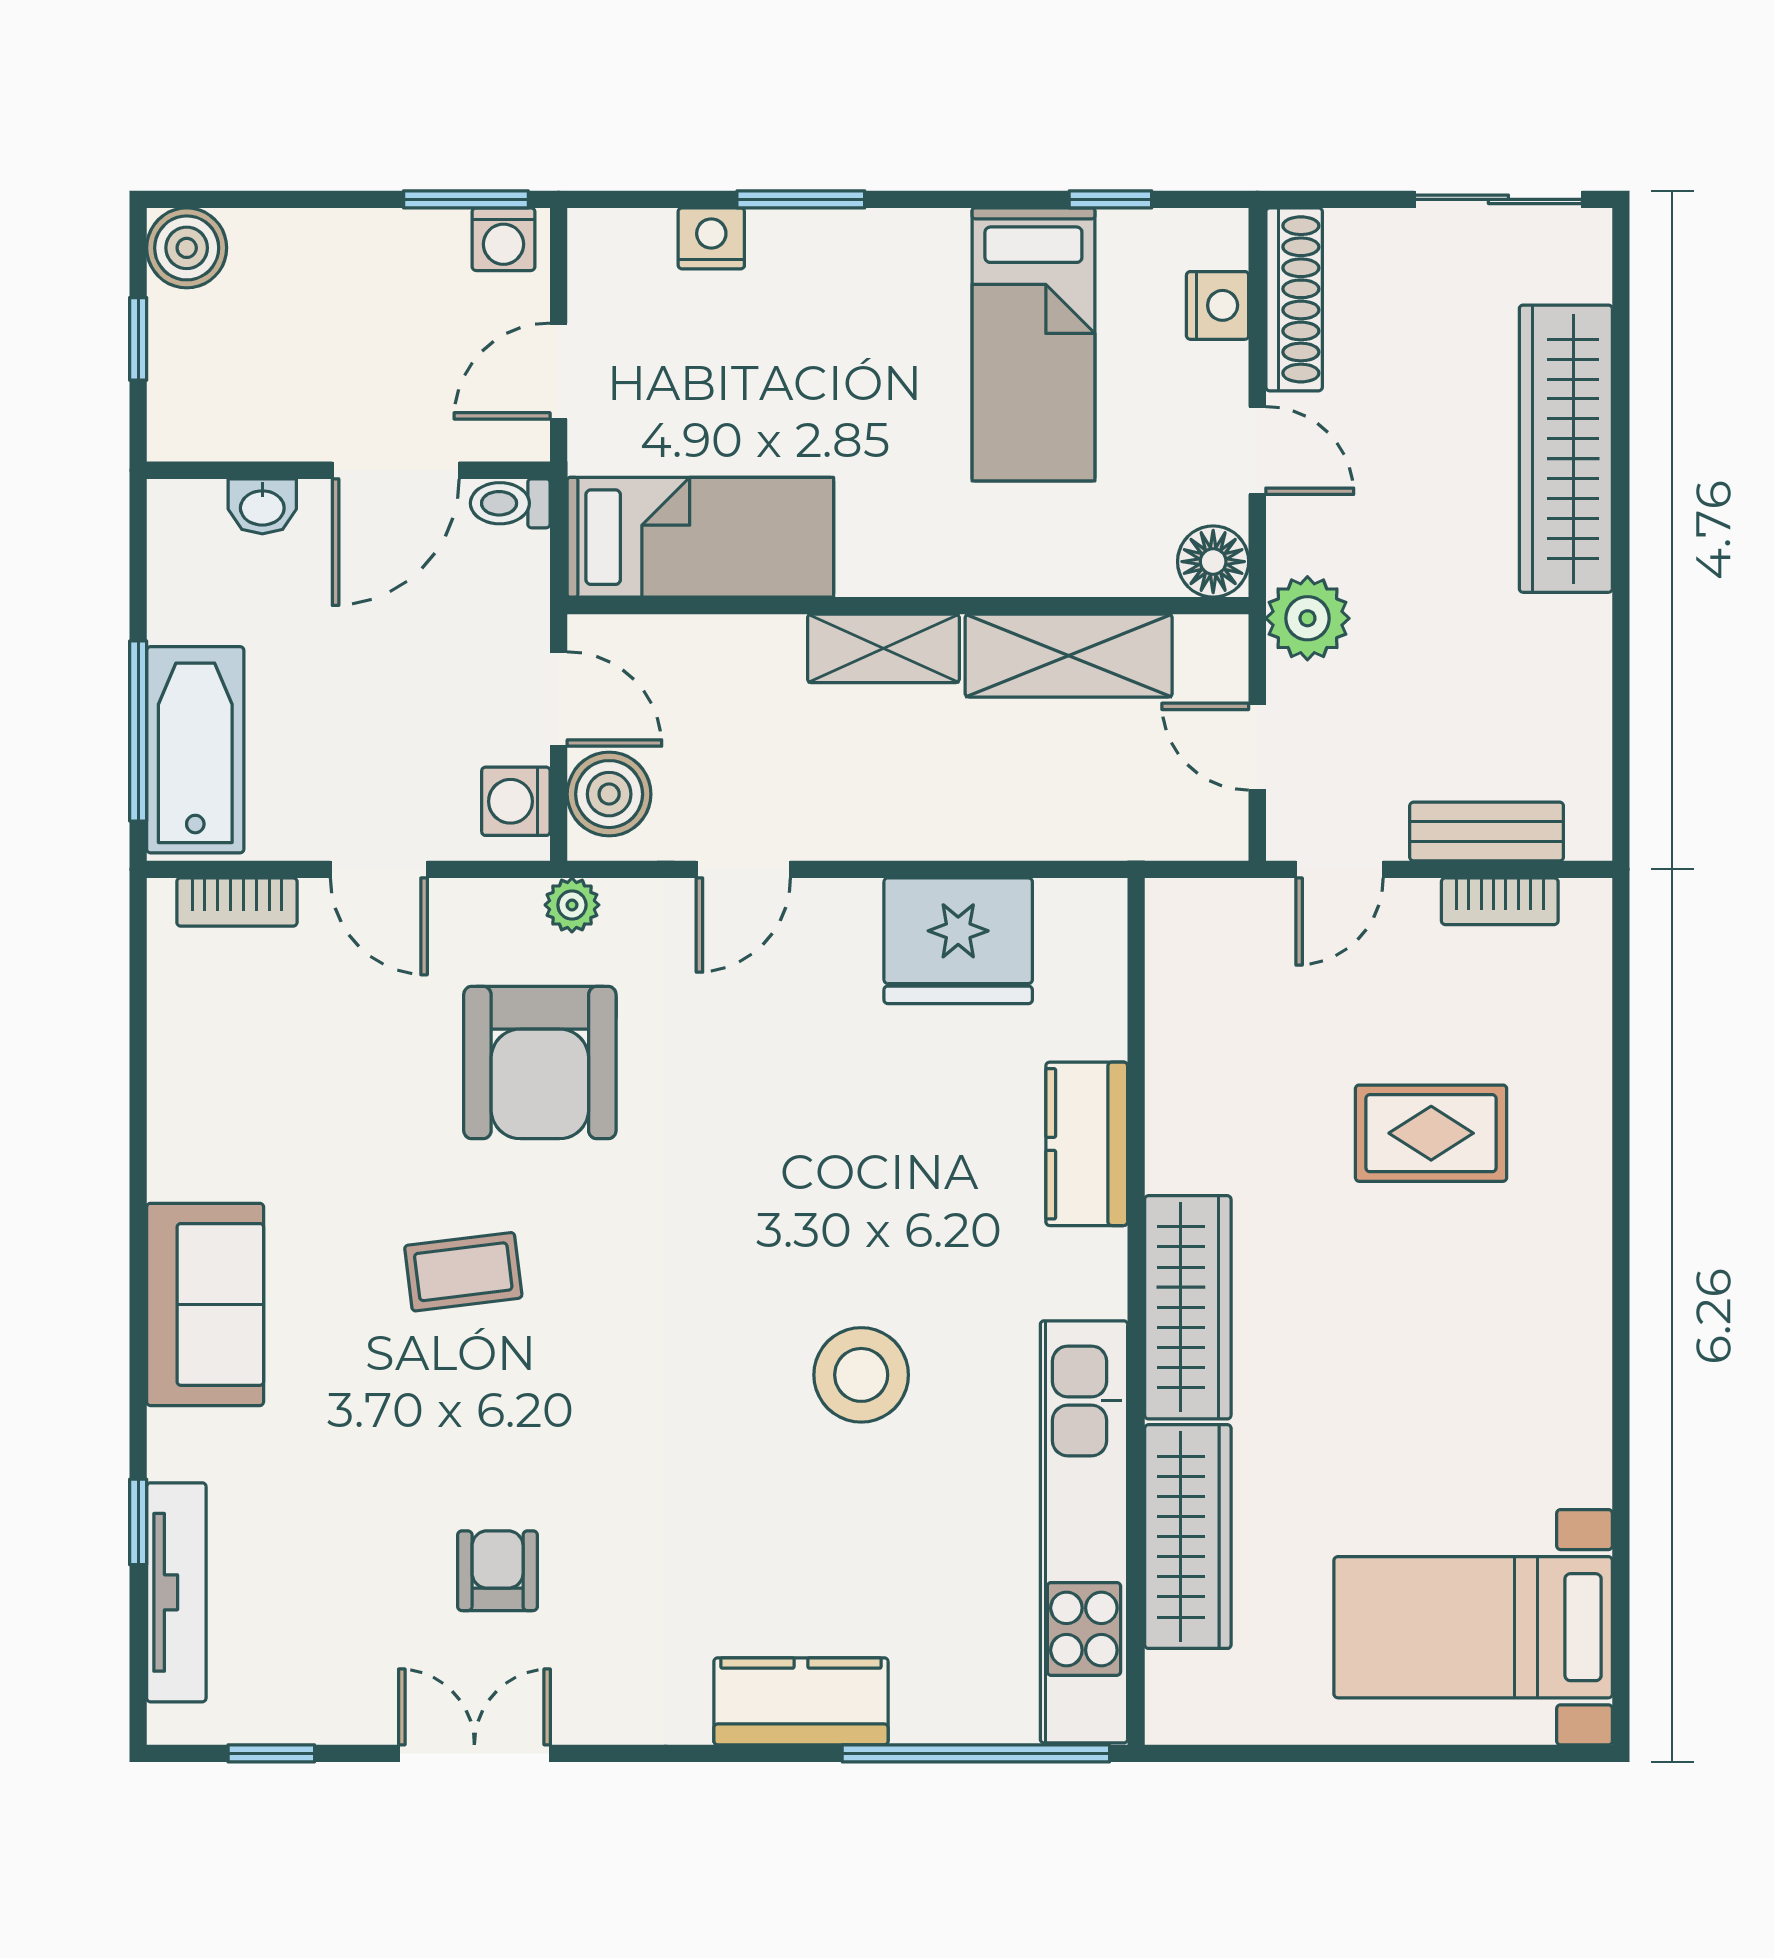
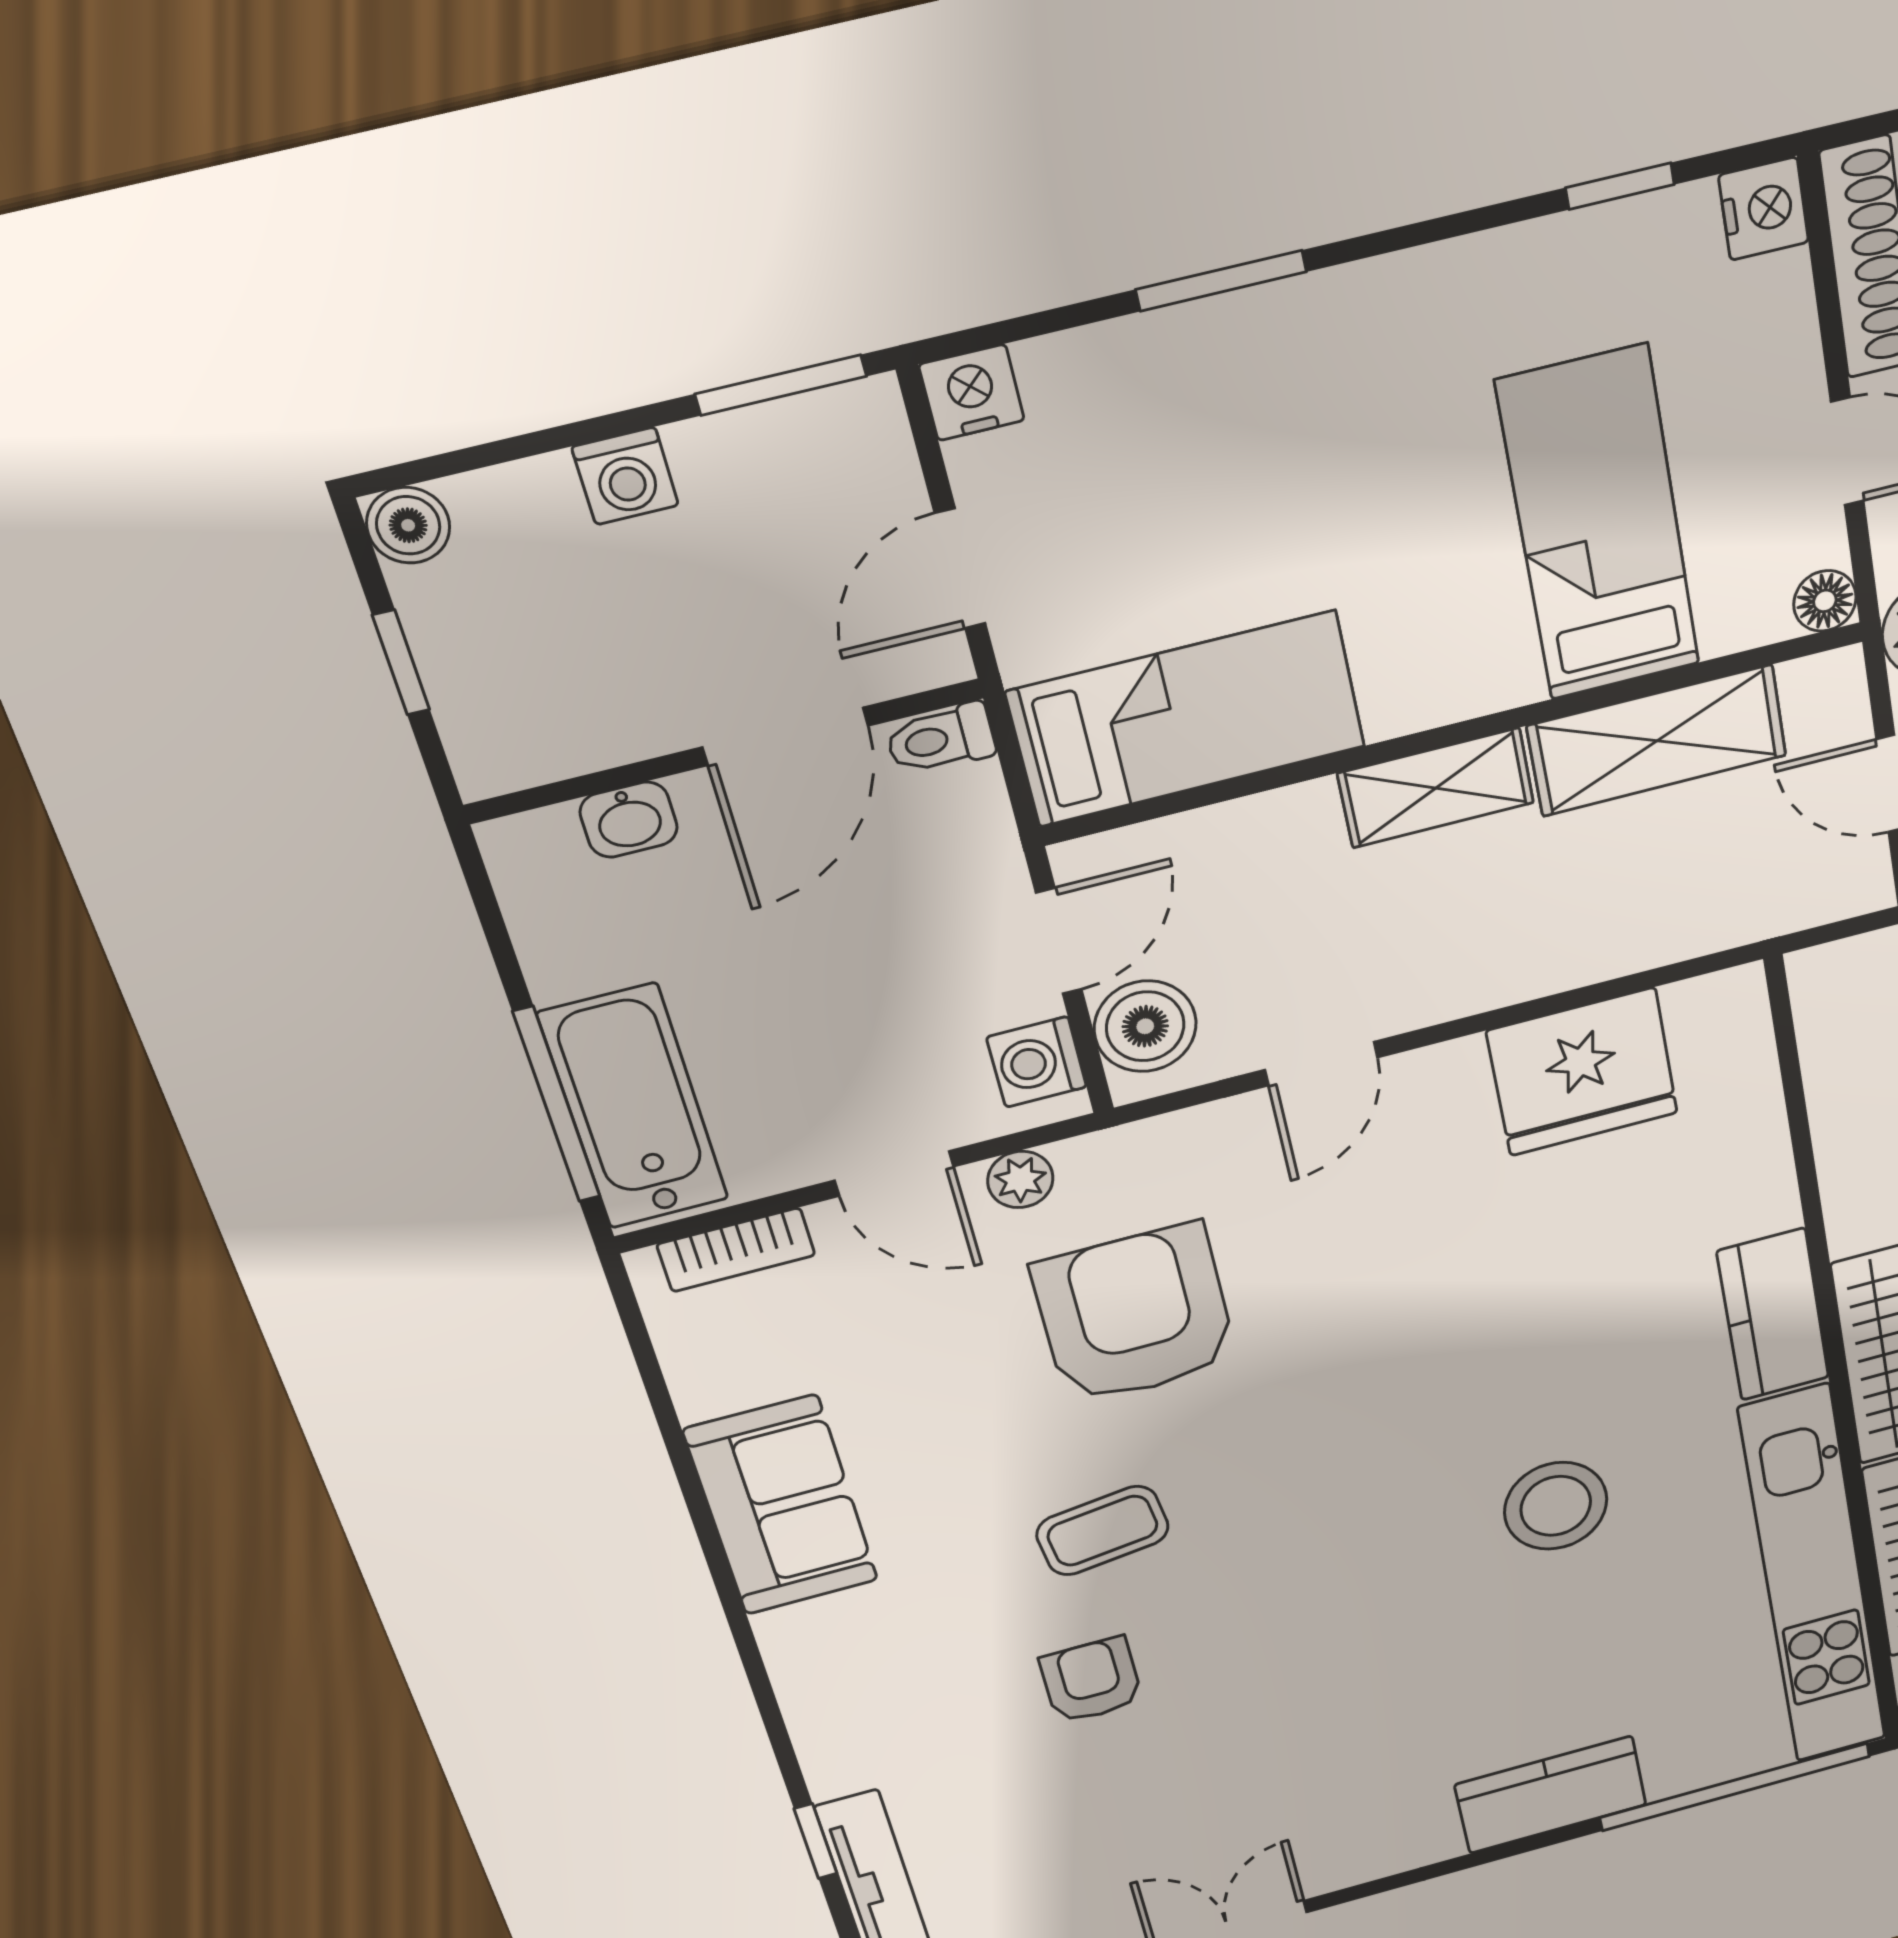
nightstand: (711, 238) -> (972, 392), moved
washing machine: (503, 239) -> (625, 476), moved
boiler: (187, 248) -> (408, 525), width x0.73, depth x0.73
nightstand: (1218, 305) -> (1764, 209), moved
bed: (1033, 344) -> (1599, 525), moved, turned 180
floor lamp: (1213, 562) -> (1825, 601), width x0.73, depth x0.73
door: (559, 699) -> (1059, 941), hinge flipped
plant: (572, 905) -> (1020, 1180), moved
armchair: (540, 1063) -> (1135, 1315), turned 180
kitchen counter: (1087, 1144) -> (1773, 1315), moved
sofa: (205, 1304) -> (781, 1505), moved
armchair: (498, 1571) -> (1091, 1680), moved

